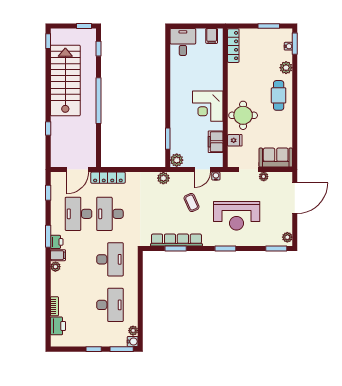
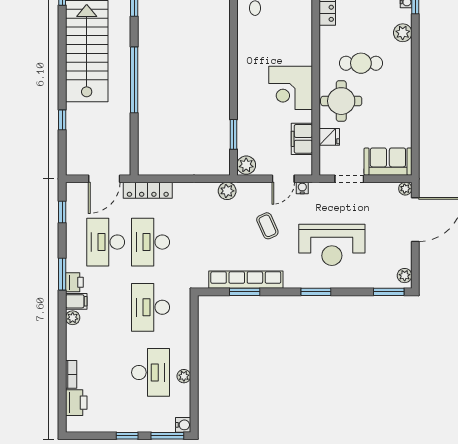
cafe table: (279, 95) -> (361, 63), moved, turned 90
plant: (264, 177) -> (405, 189), moved
desk: (110, 259) -> (151, 307), turned 180
plant: (133, 331) -> (184, 376), moved

